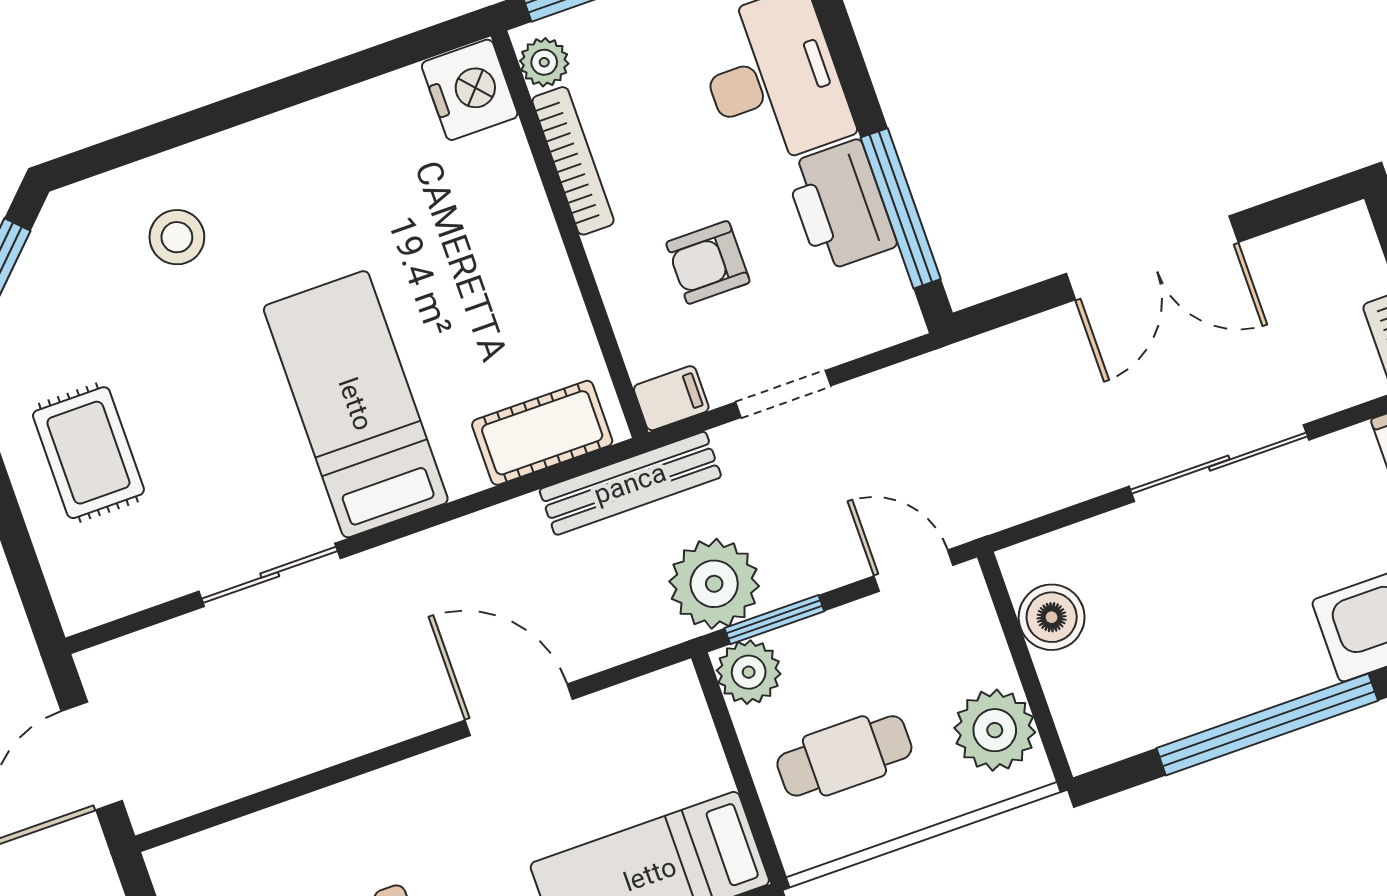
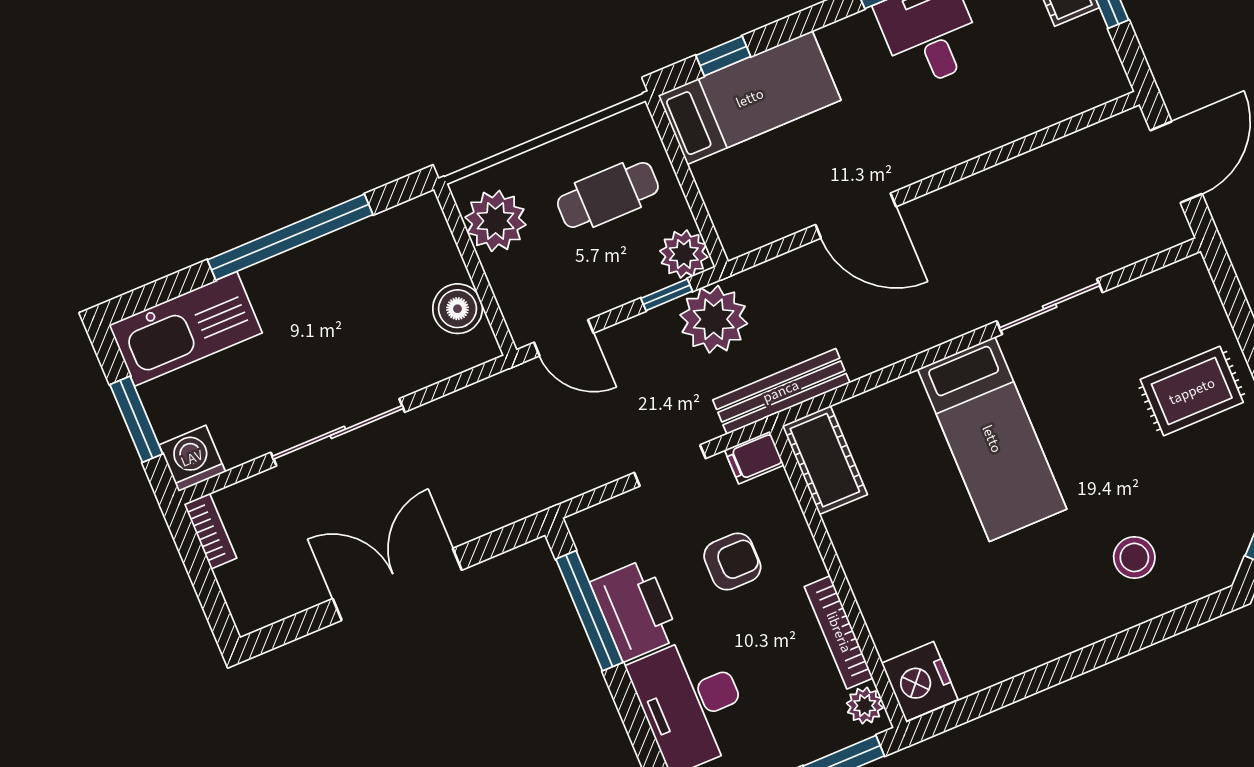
cot: (542, 433) -> (825, 460), moved, turned 90
rug: (88, 453) -> (1192, 391), turned 90
window: (774, 620) -> (667, 295), width x0.67

